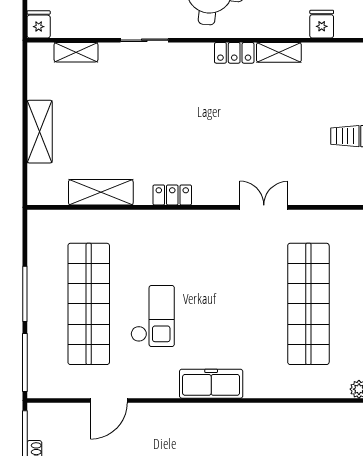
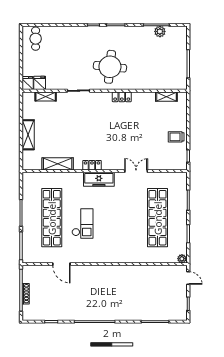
fridge: (322, 24) -> (40, 83), moved
shelving: (279, 52) -> (166, 97), moved
freezer: (211, 384) -> (99, 179), moved, turned 180
door: (109, 401) -> (61, 264), hinge flipped

